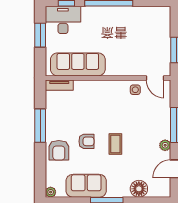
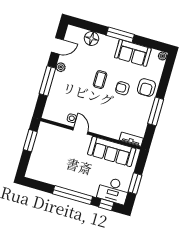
door: (155, 78) -> (80, 131), moved
armchair: (59, 150) -> (146, 87), turned 180

